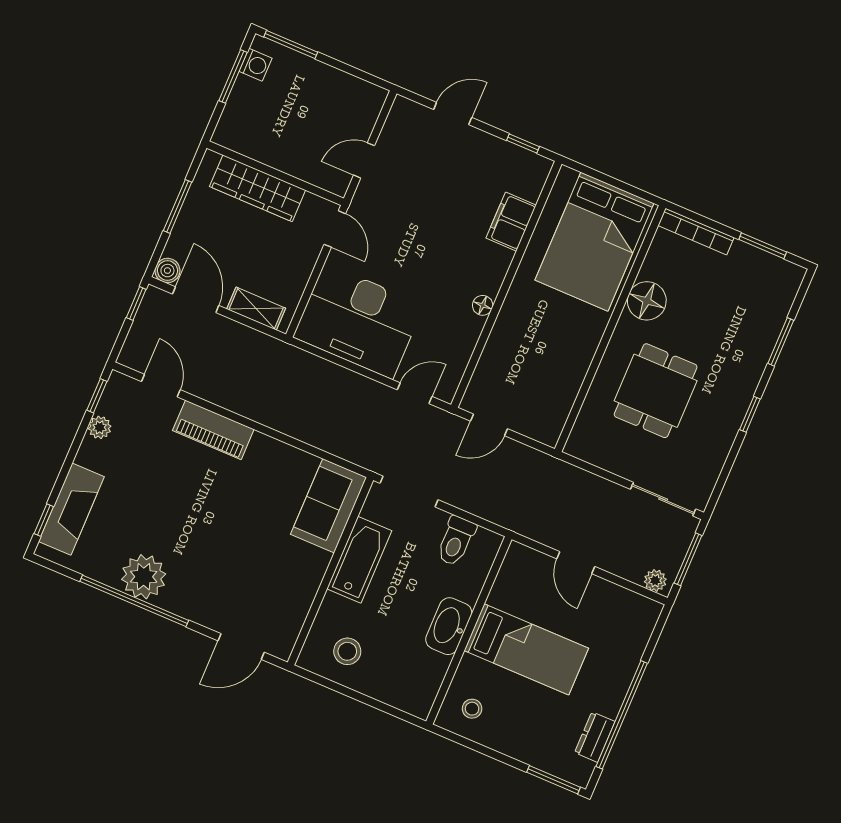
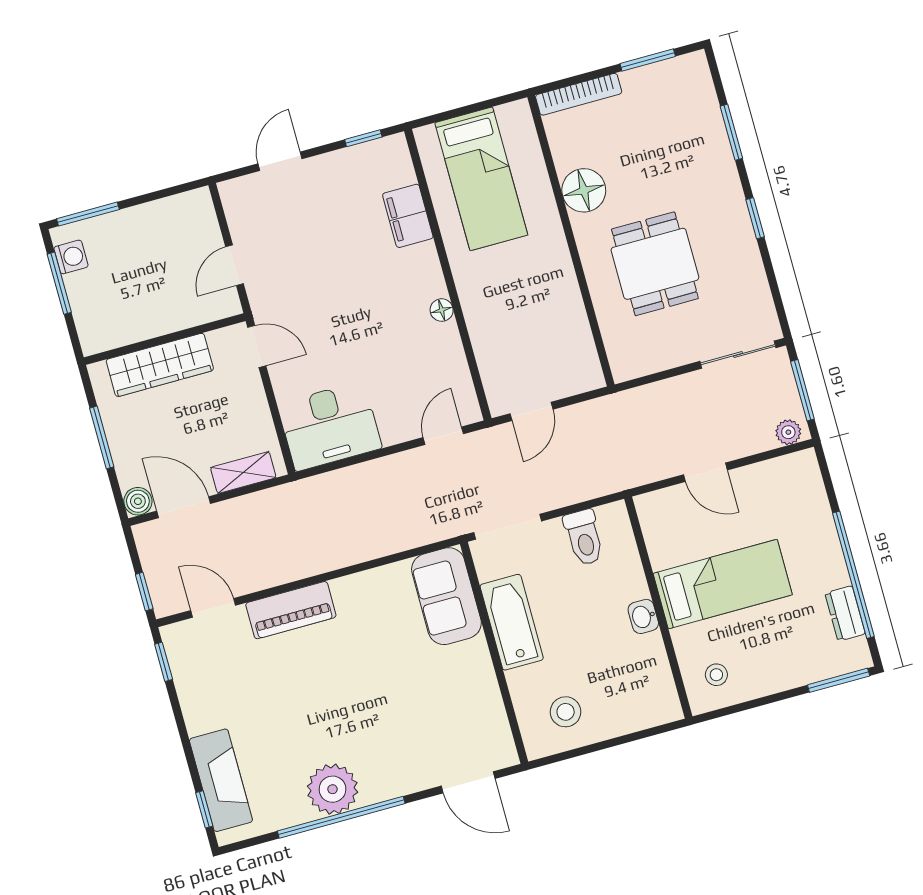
bed: (594, 242) -> (481, 179), width x0.67
window: (136, 304) -> (144, 592), moved
desk: (358, 321) -> (330, 426), width x0.73, depth x0.77
plant: (100, 427) -> (188, 688), removed
washbasin: (449, 626) -> (643, 616), width x0.52, depth x0.69
door: (241, 647) -> (468, 782), hinge flipped

